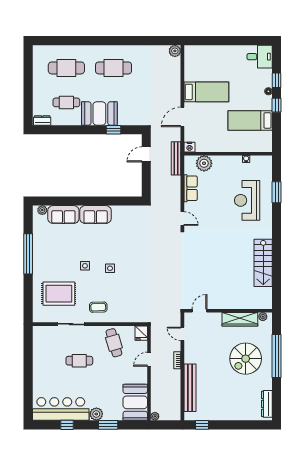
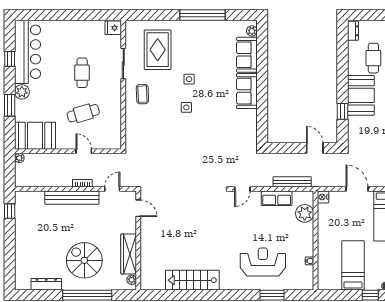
bench: (176, 158) -> (292, 182), moved
fridge: (141, 333) -> (113, 28), moved
cafe table: (114, 343) -> (83, 113), moved
bench: (190, 388) -> (72, 198), moved
dresser: (267, 404) -> (46, 284), moved

